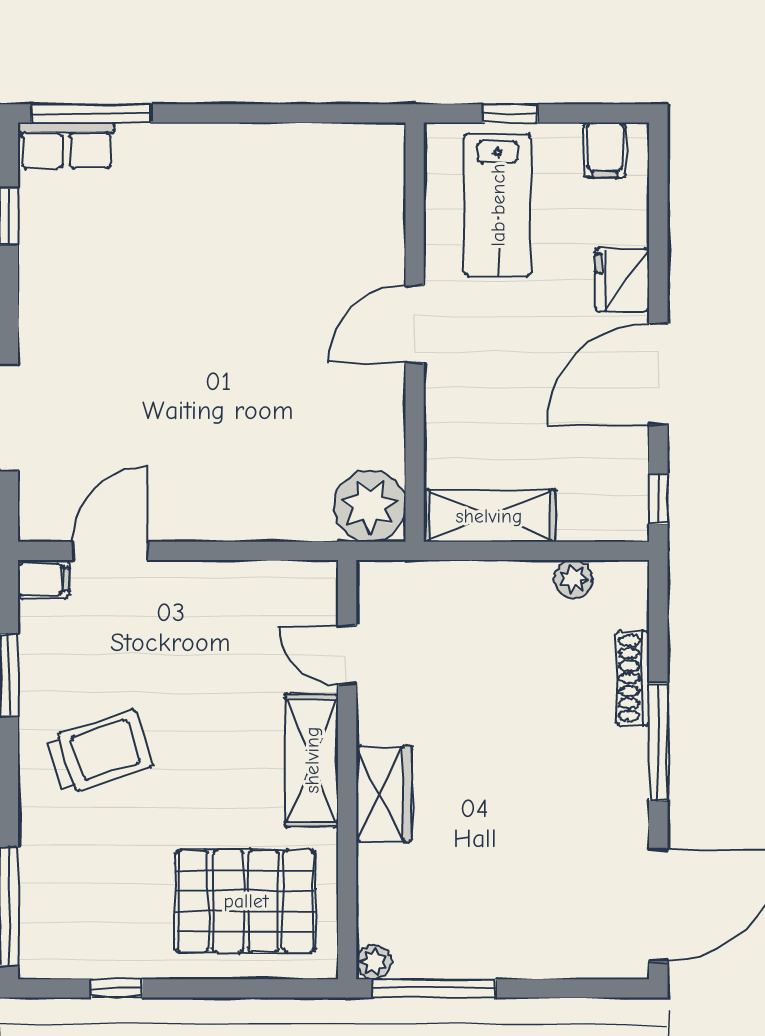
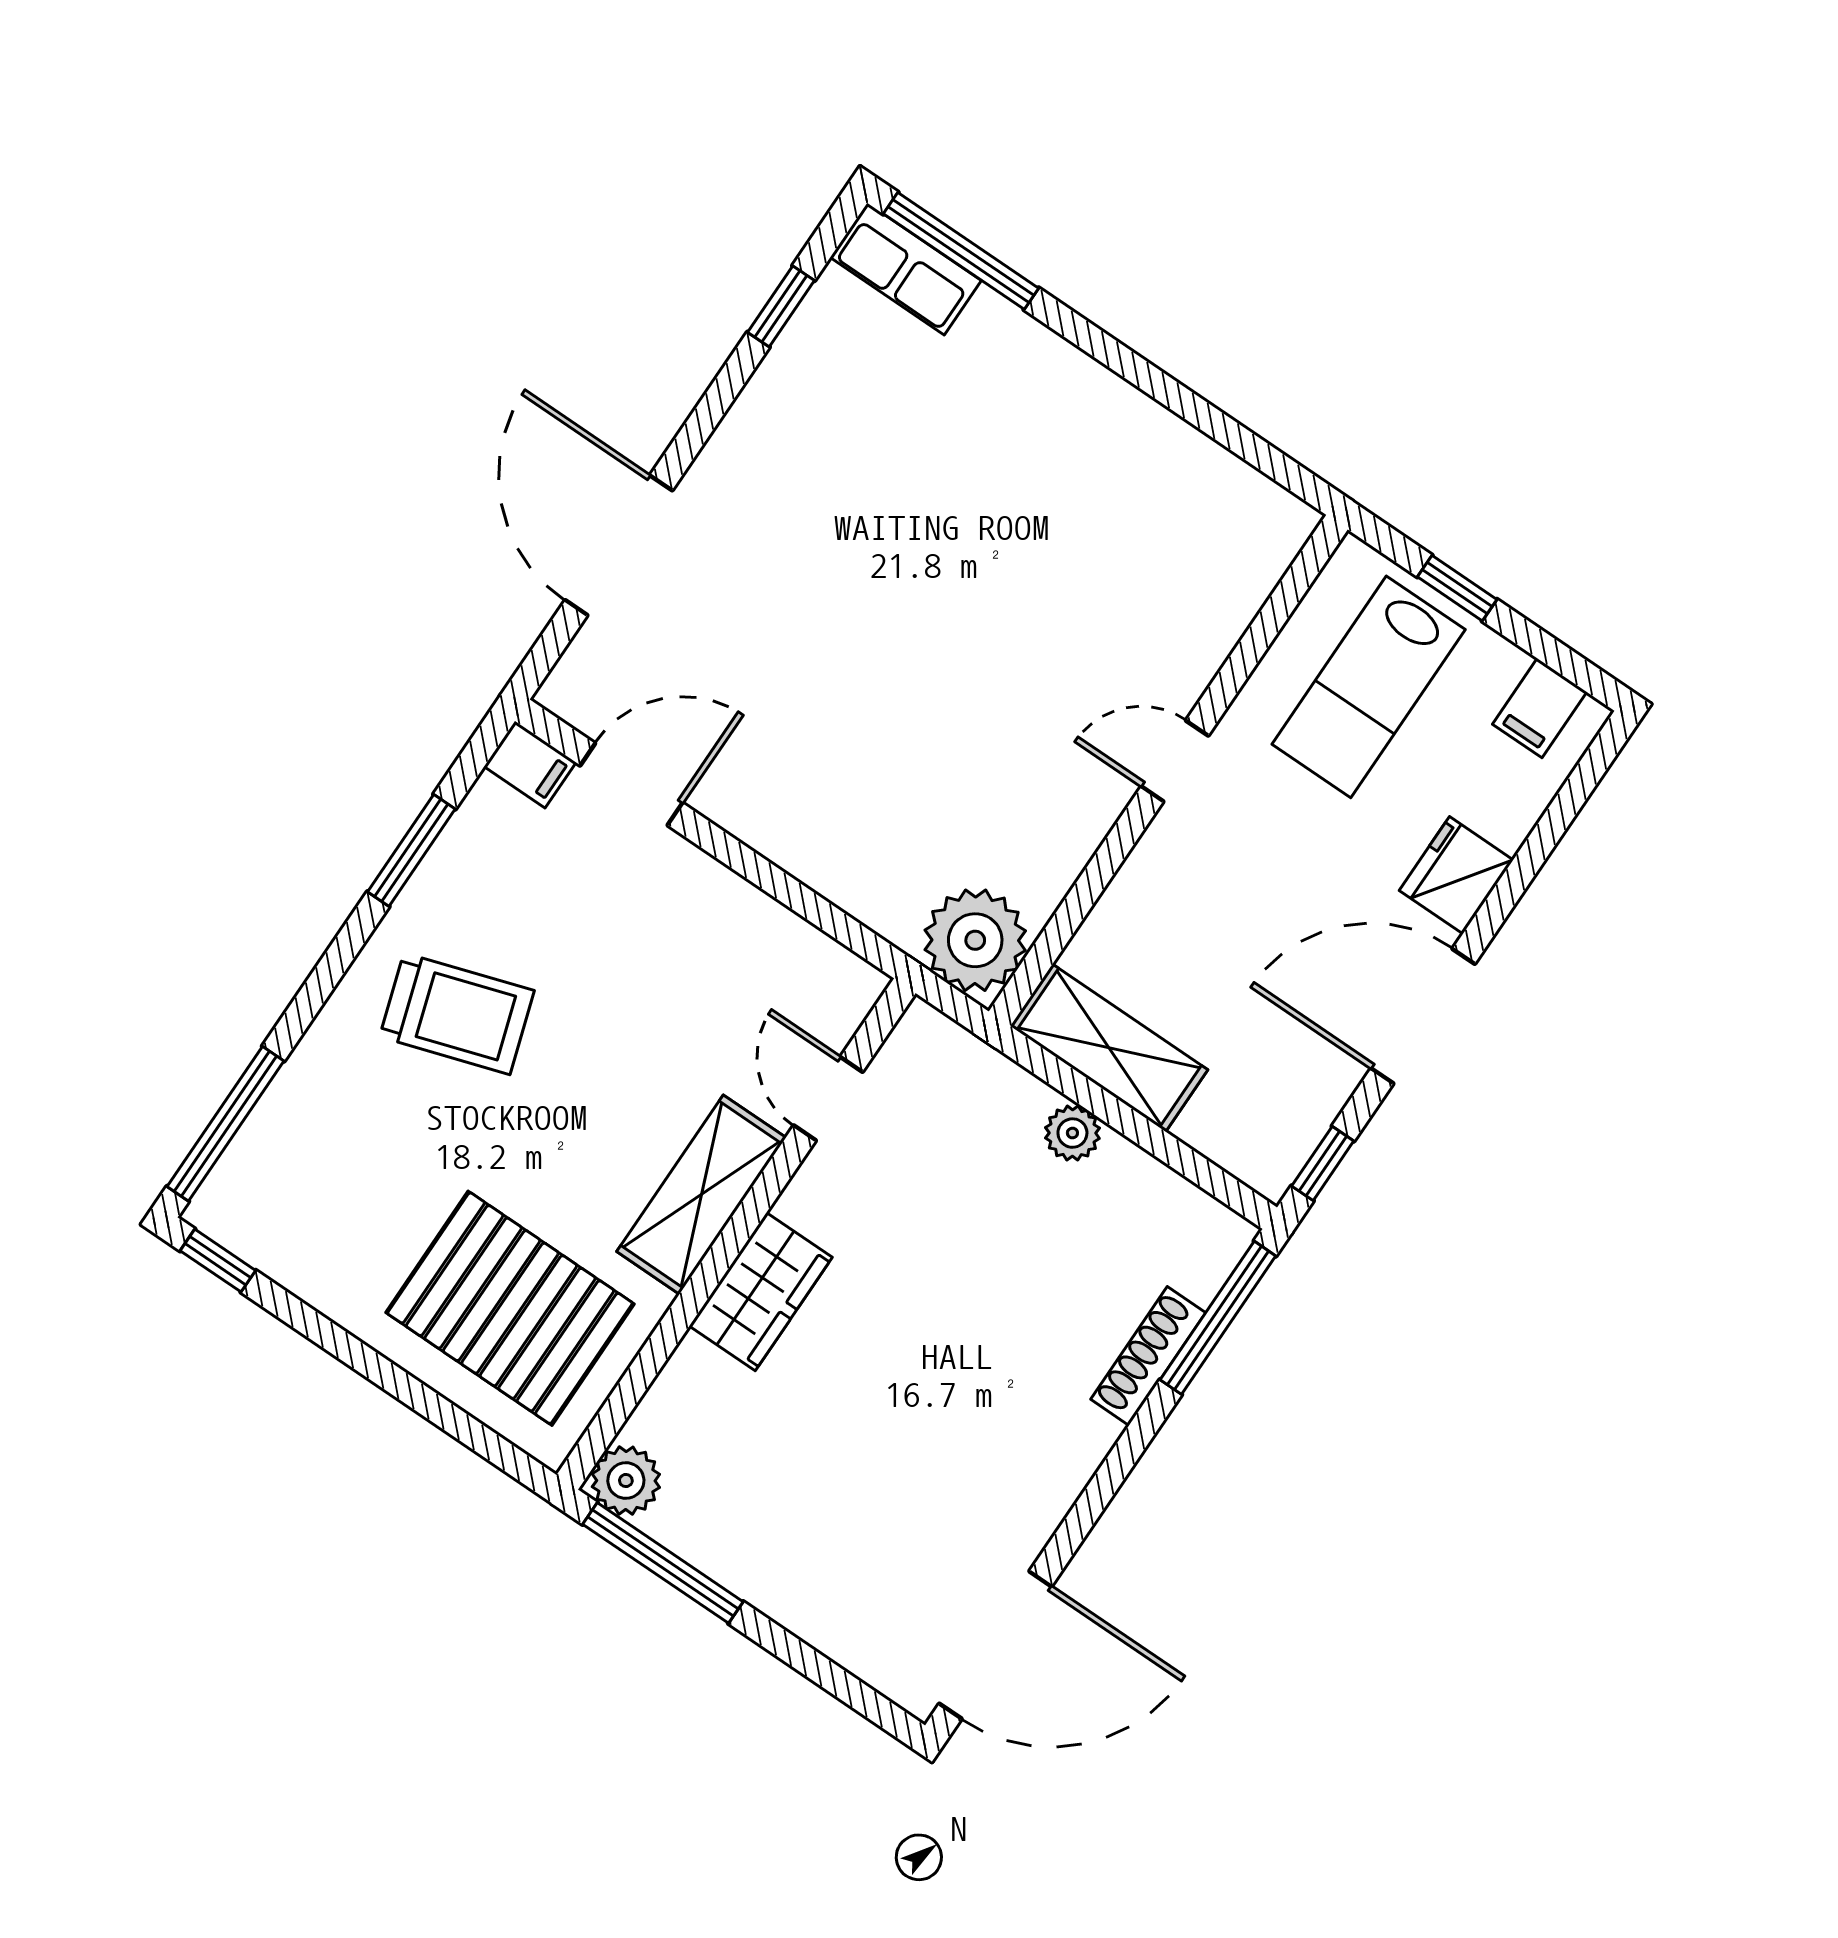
door: (415, 324) -> (1175, 761), width x0.73
plant: (573, 579) -> (1072, 1133), moved
window: (658, 742) -> (1218, 1318), moved
plant: (374, 962) -> (626, 1481), width x1.38, depth x1.38
window: (117, 988) -> (218, 1261), moved

